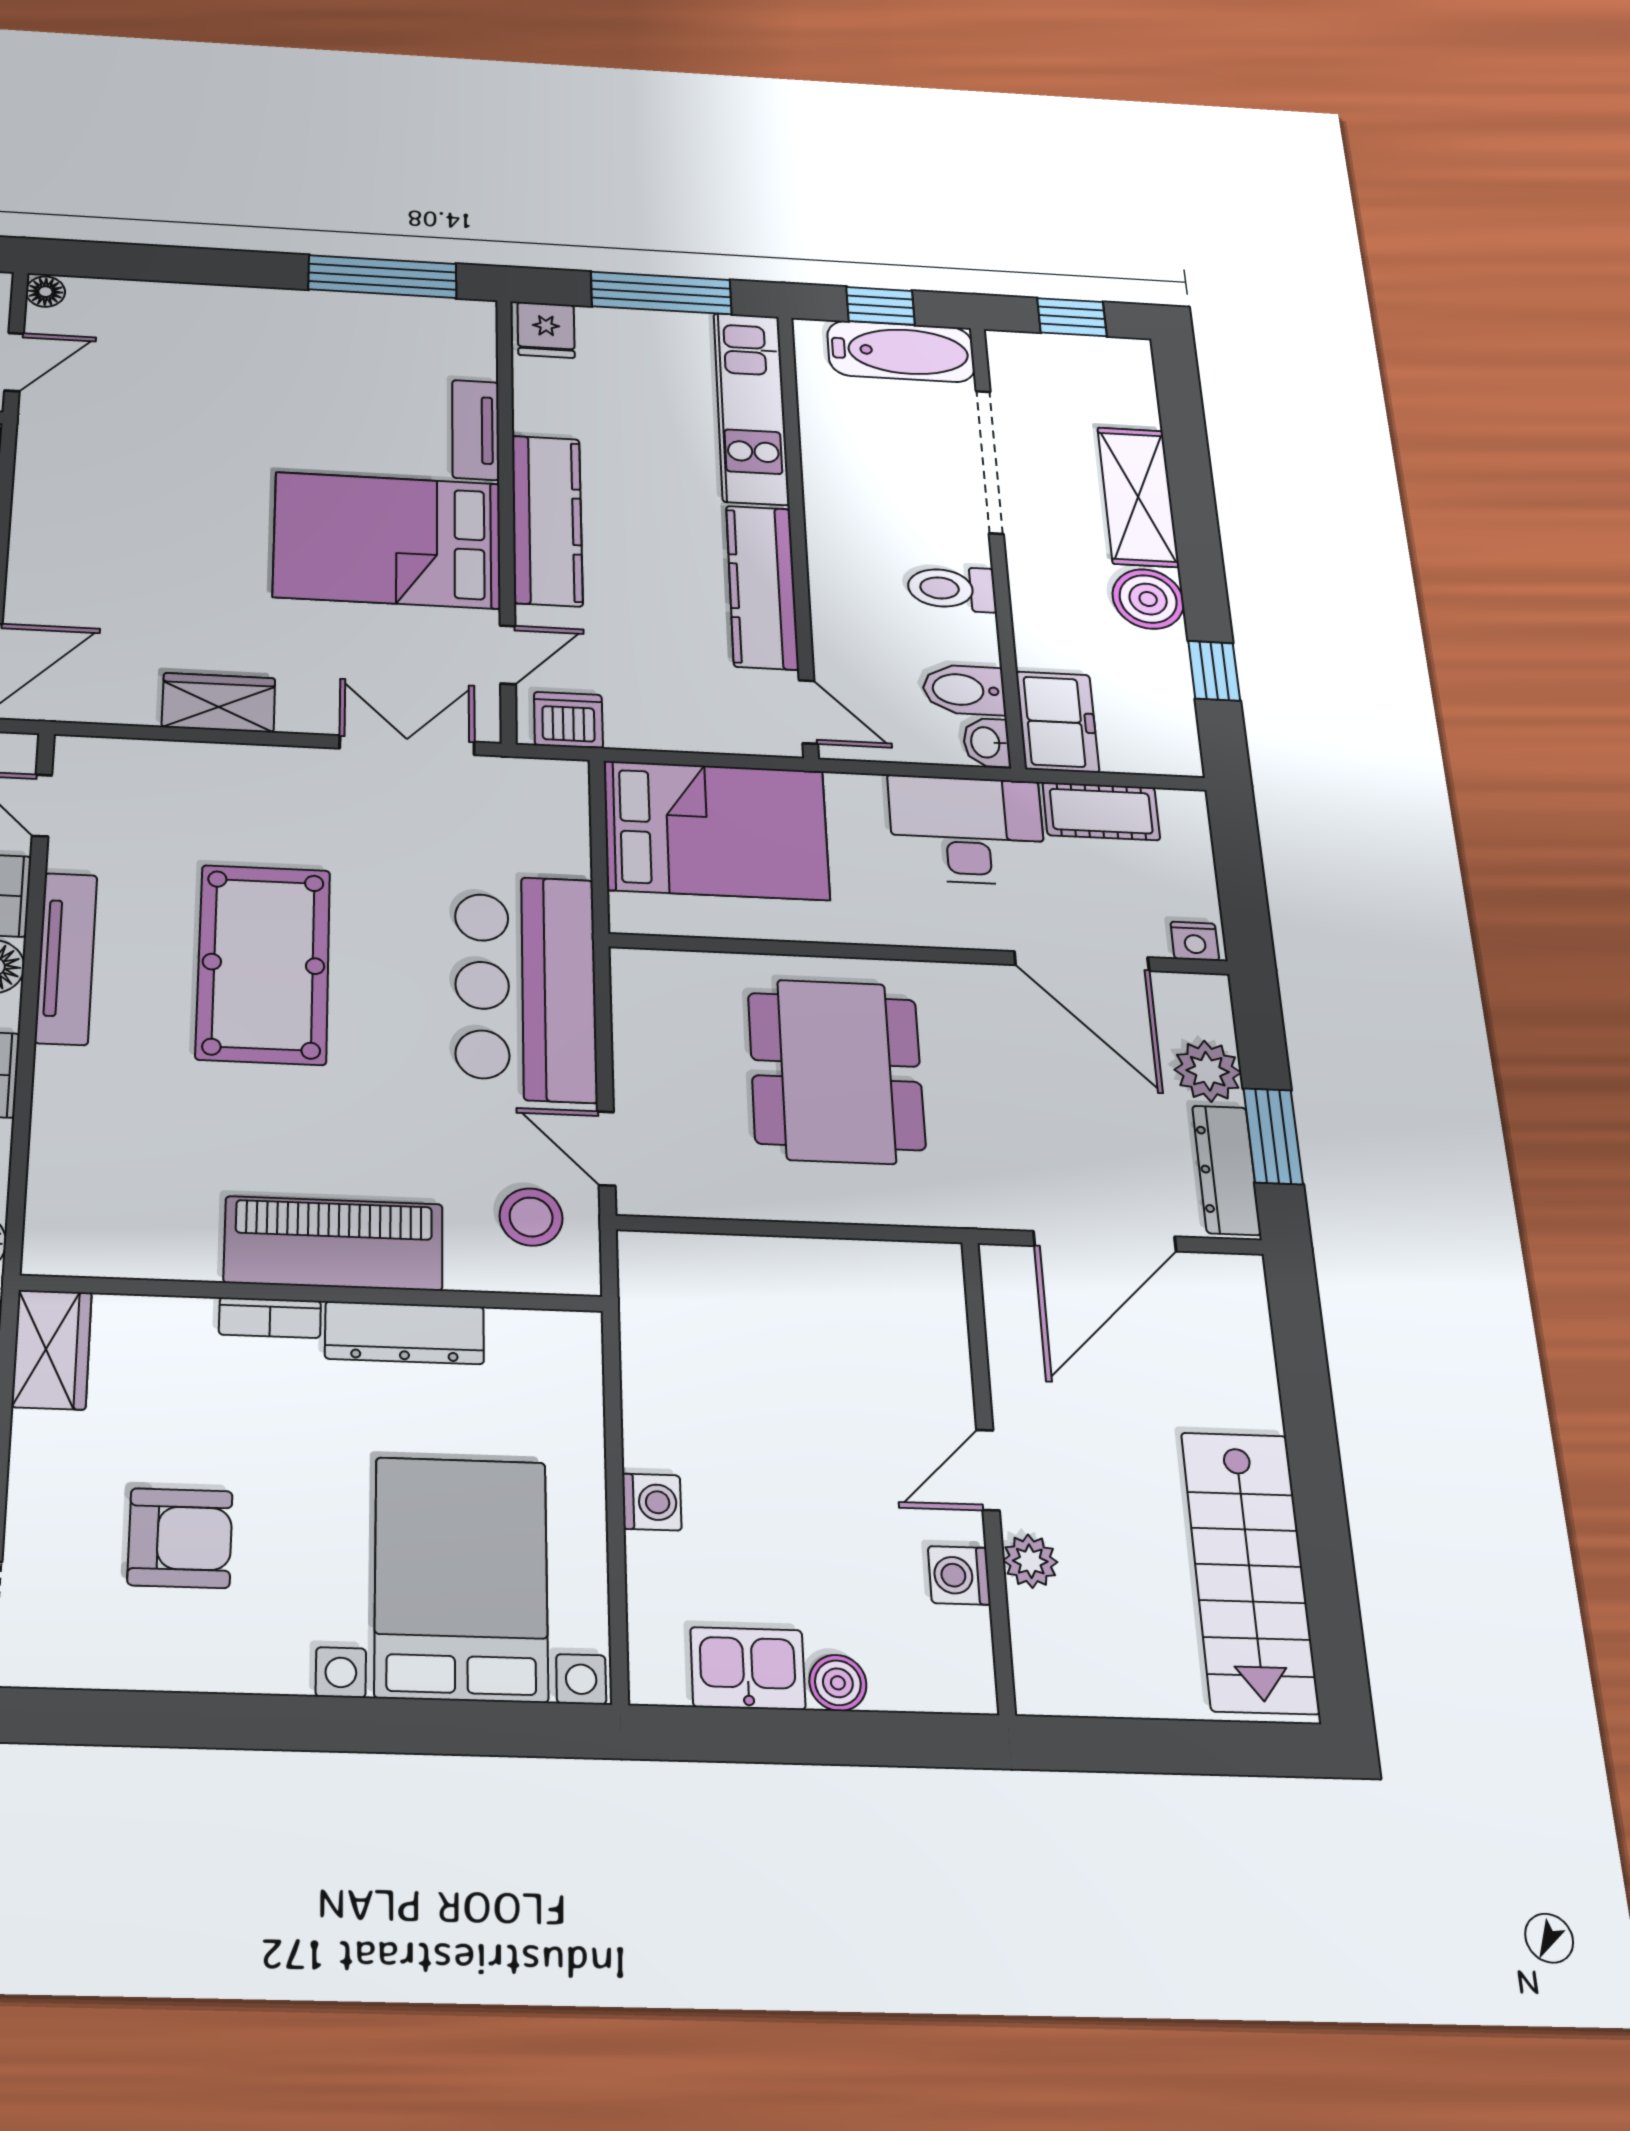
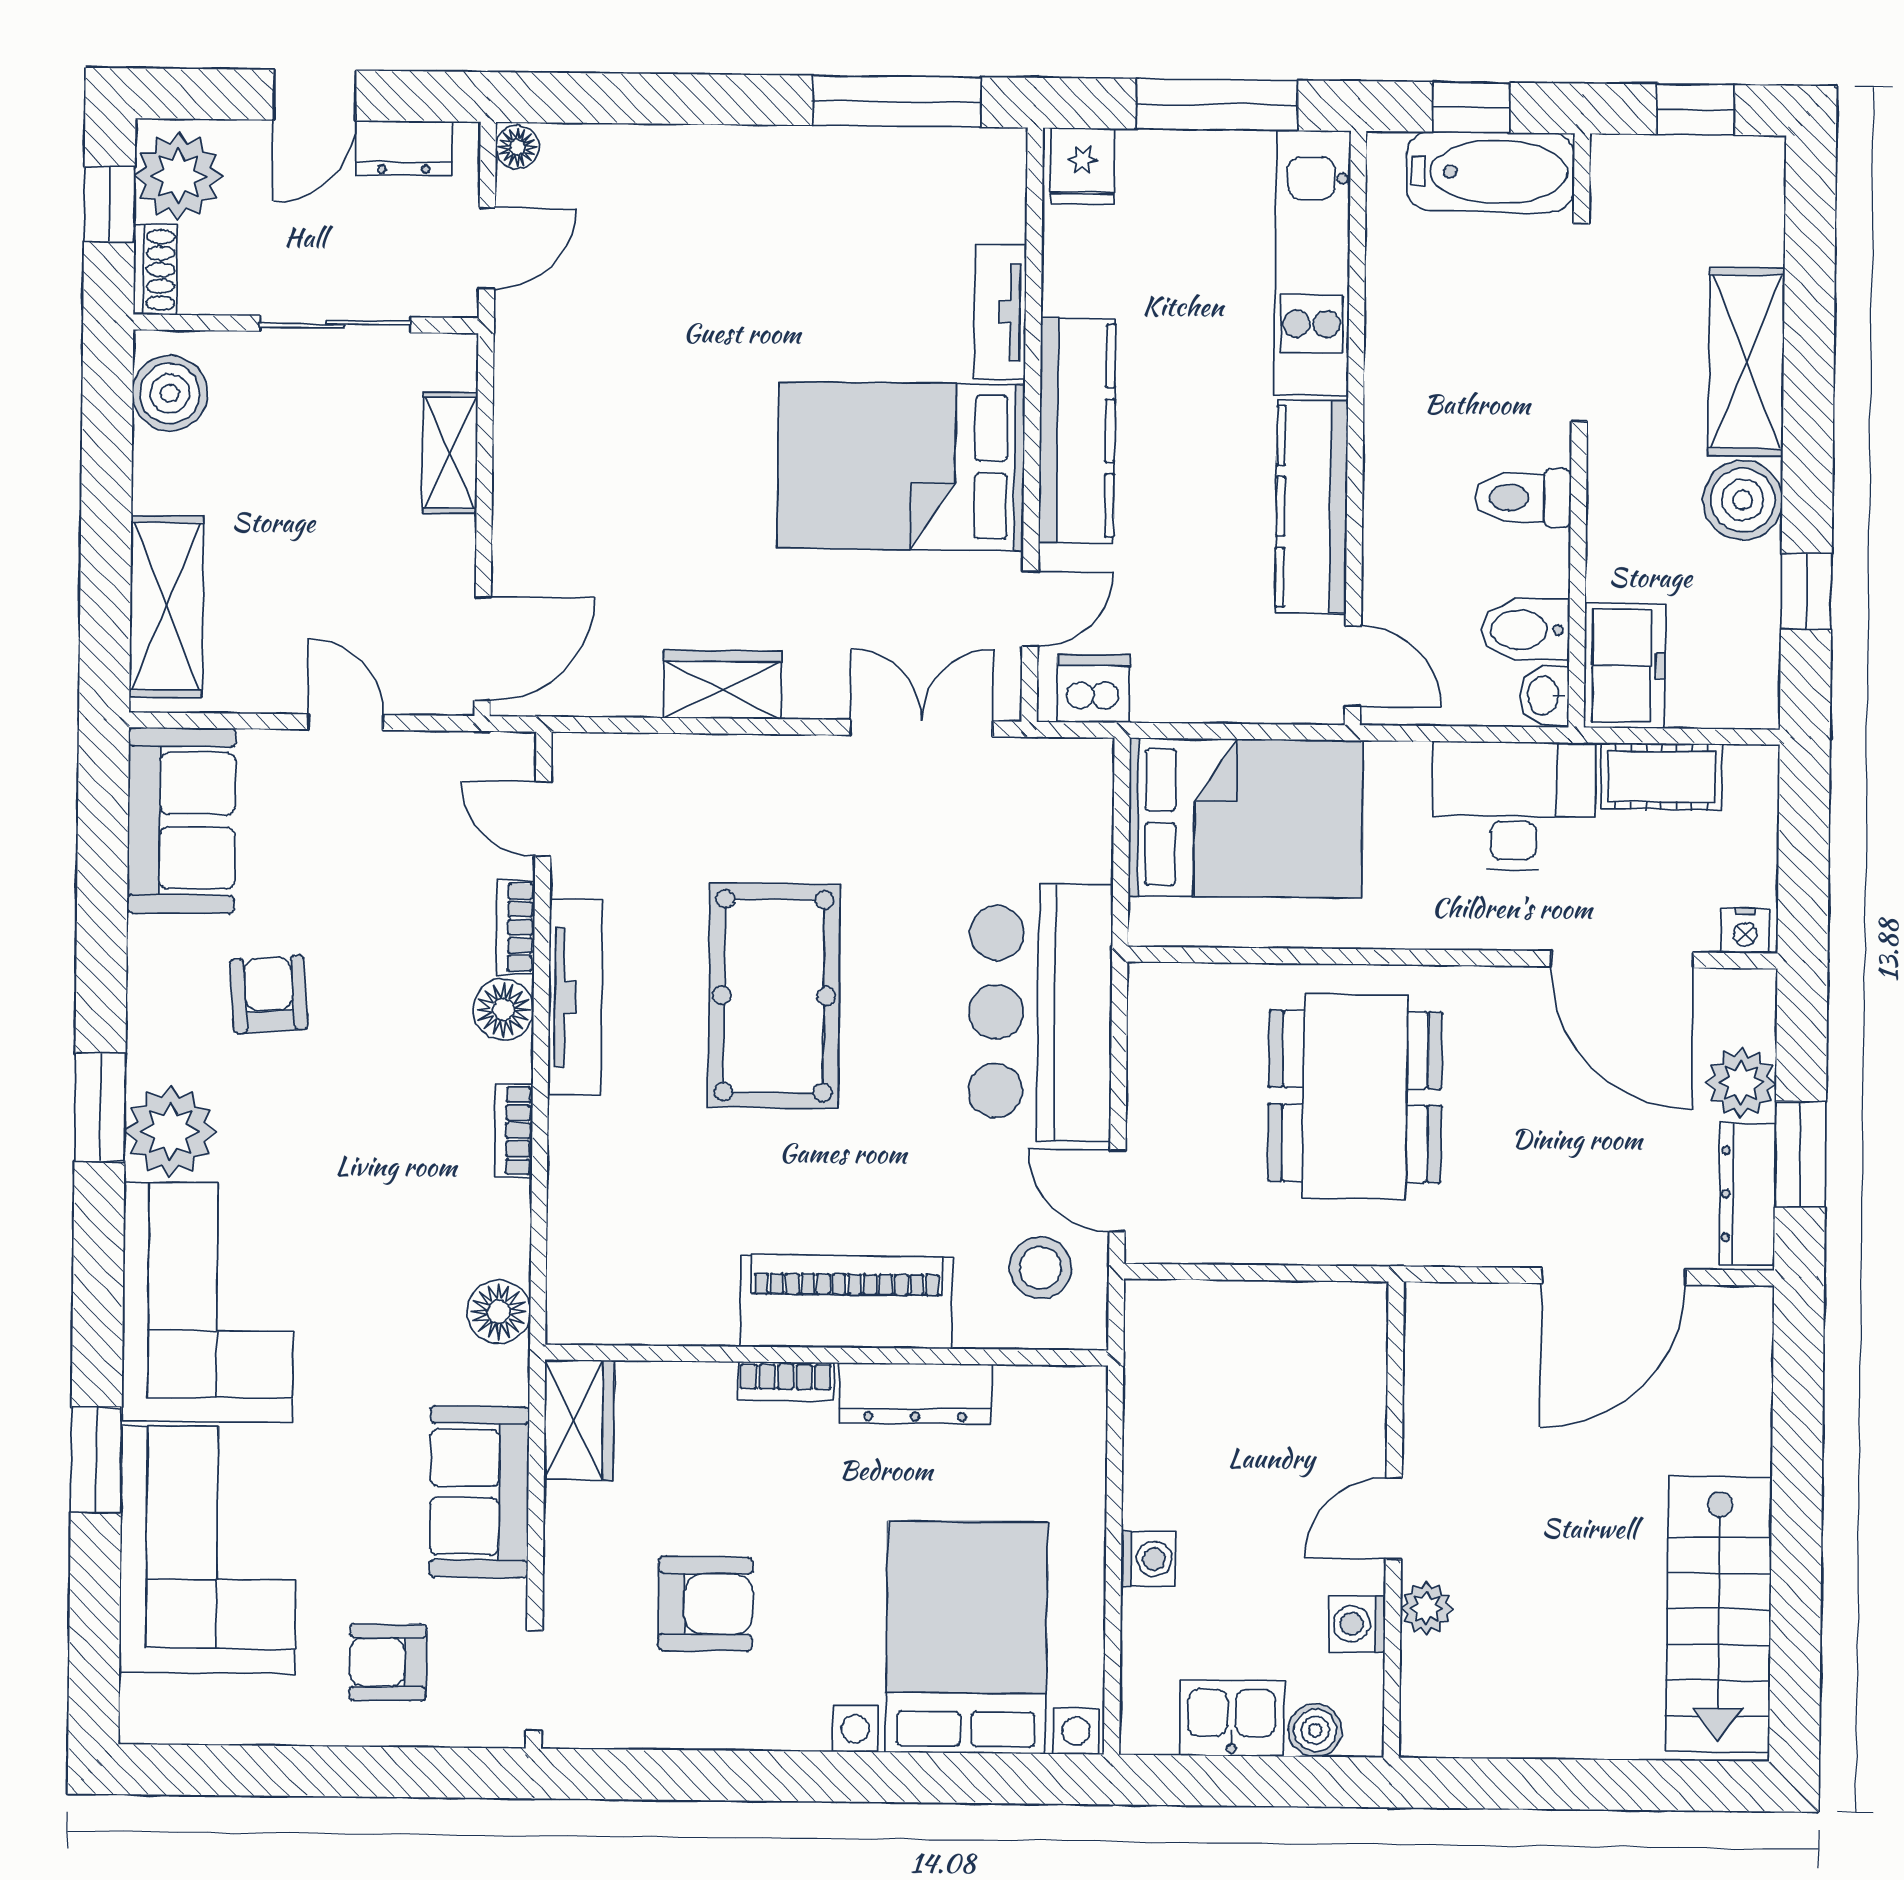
door: (988, 1470) -> (1394, 1518), moved
wall: (988, 1471) -> (1394, 1520), moved
plant: (1030, 1561) -> (1427, 1608), moved
washing machine: (959, 1575) -> (1357, 1624), moved

